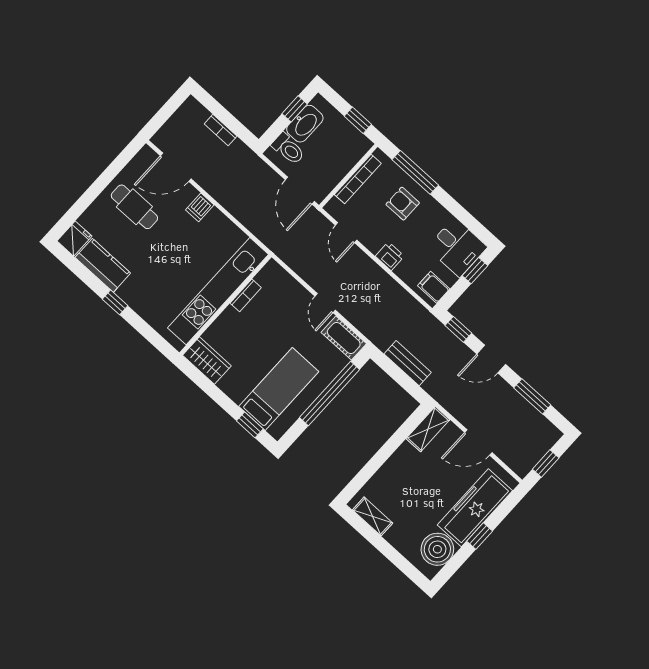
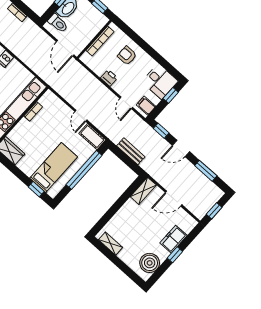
window: (415, 172) -> (134, 37), removed
door: (346, 233) -> (126, 103), moved
printer: (390, 256) -> (109, 78), moved
freezer: (475, 508) -> (173, 239), width x0.52, depth x0.79

